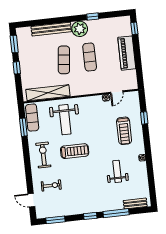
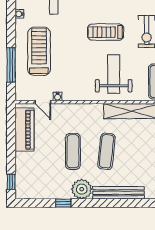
piano: (127, 53) -> (24, 130), moved
door: (117, 92) -> (43, 102), swing flipped
window: (144, 118) -> (11, 65), width x2.17
treadmill: (124, 131) -> (39, 51), width x1.37, depth x1.37

